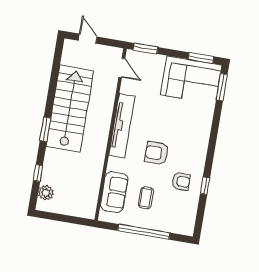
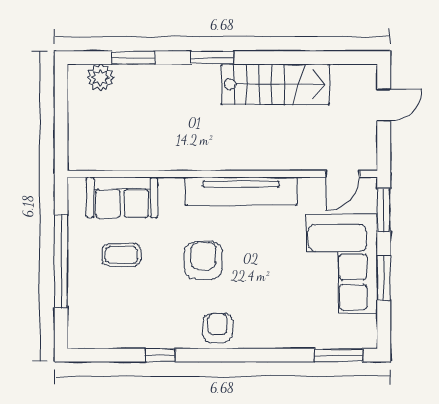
window: (201, 58) -> (384, 278), moved
corner sofa: (191, 80) -> (342, 264), moved
stairs: (70, 109) -> (275, 84), width x0.73, depth x0.66
window: (38, 173) -> (133, 58), width x1.50
armchair: (181, 181) -> (218, 328), moved, turned 180

